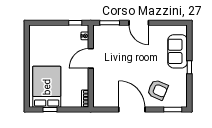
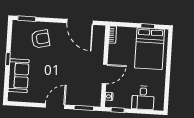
door: (139, 23) -> (55, 106), hinge flipped
desk: (50, 37) -> (143, 98), added
armchair: (158, 90) -> (40, 39), turned 144
door: (132, 109) -> (80, 22), moved

